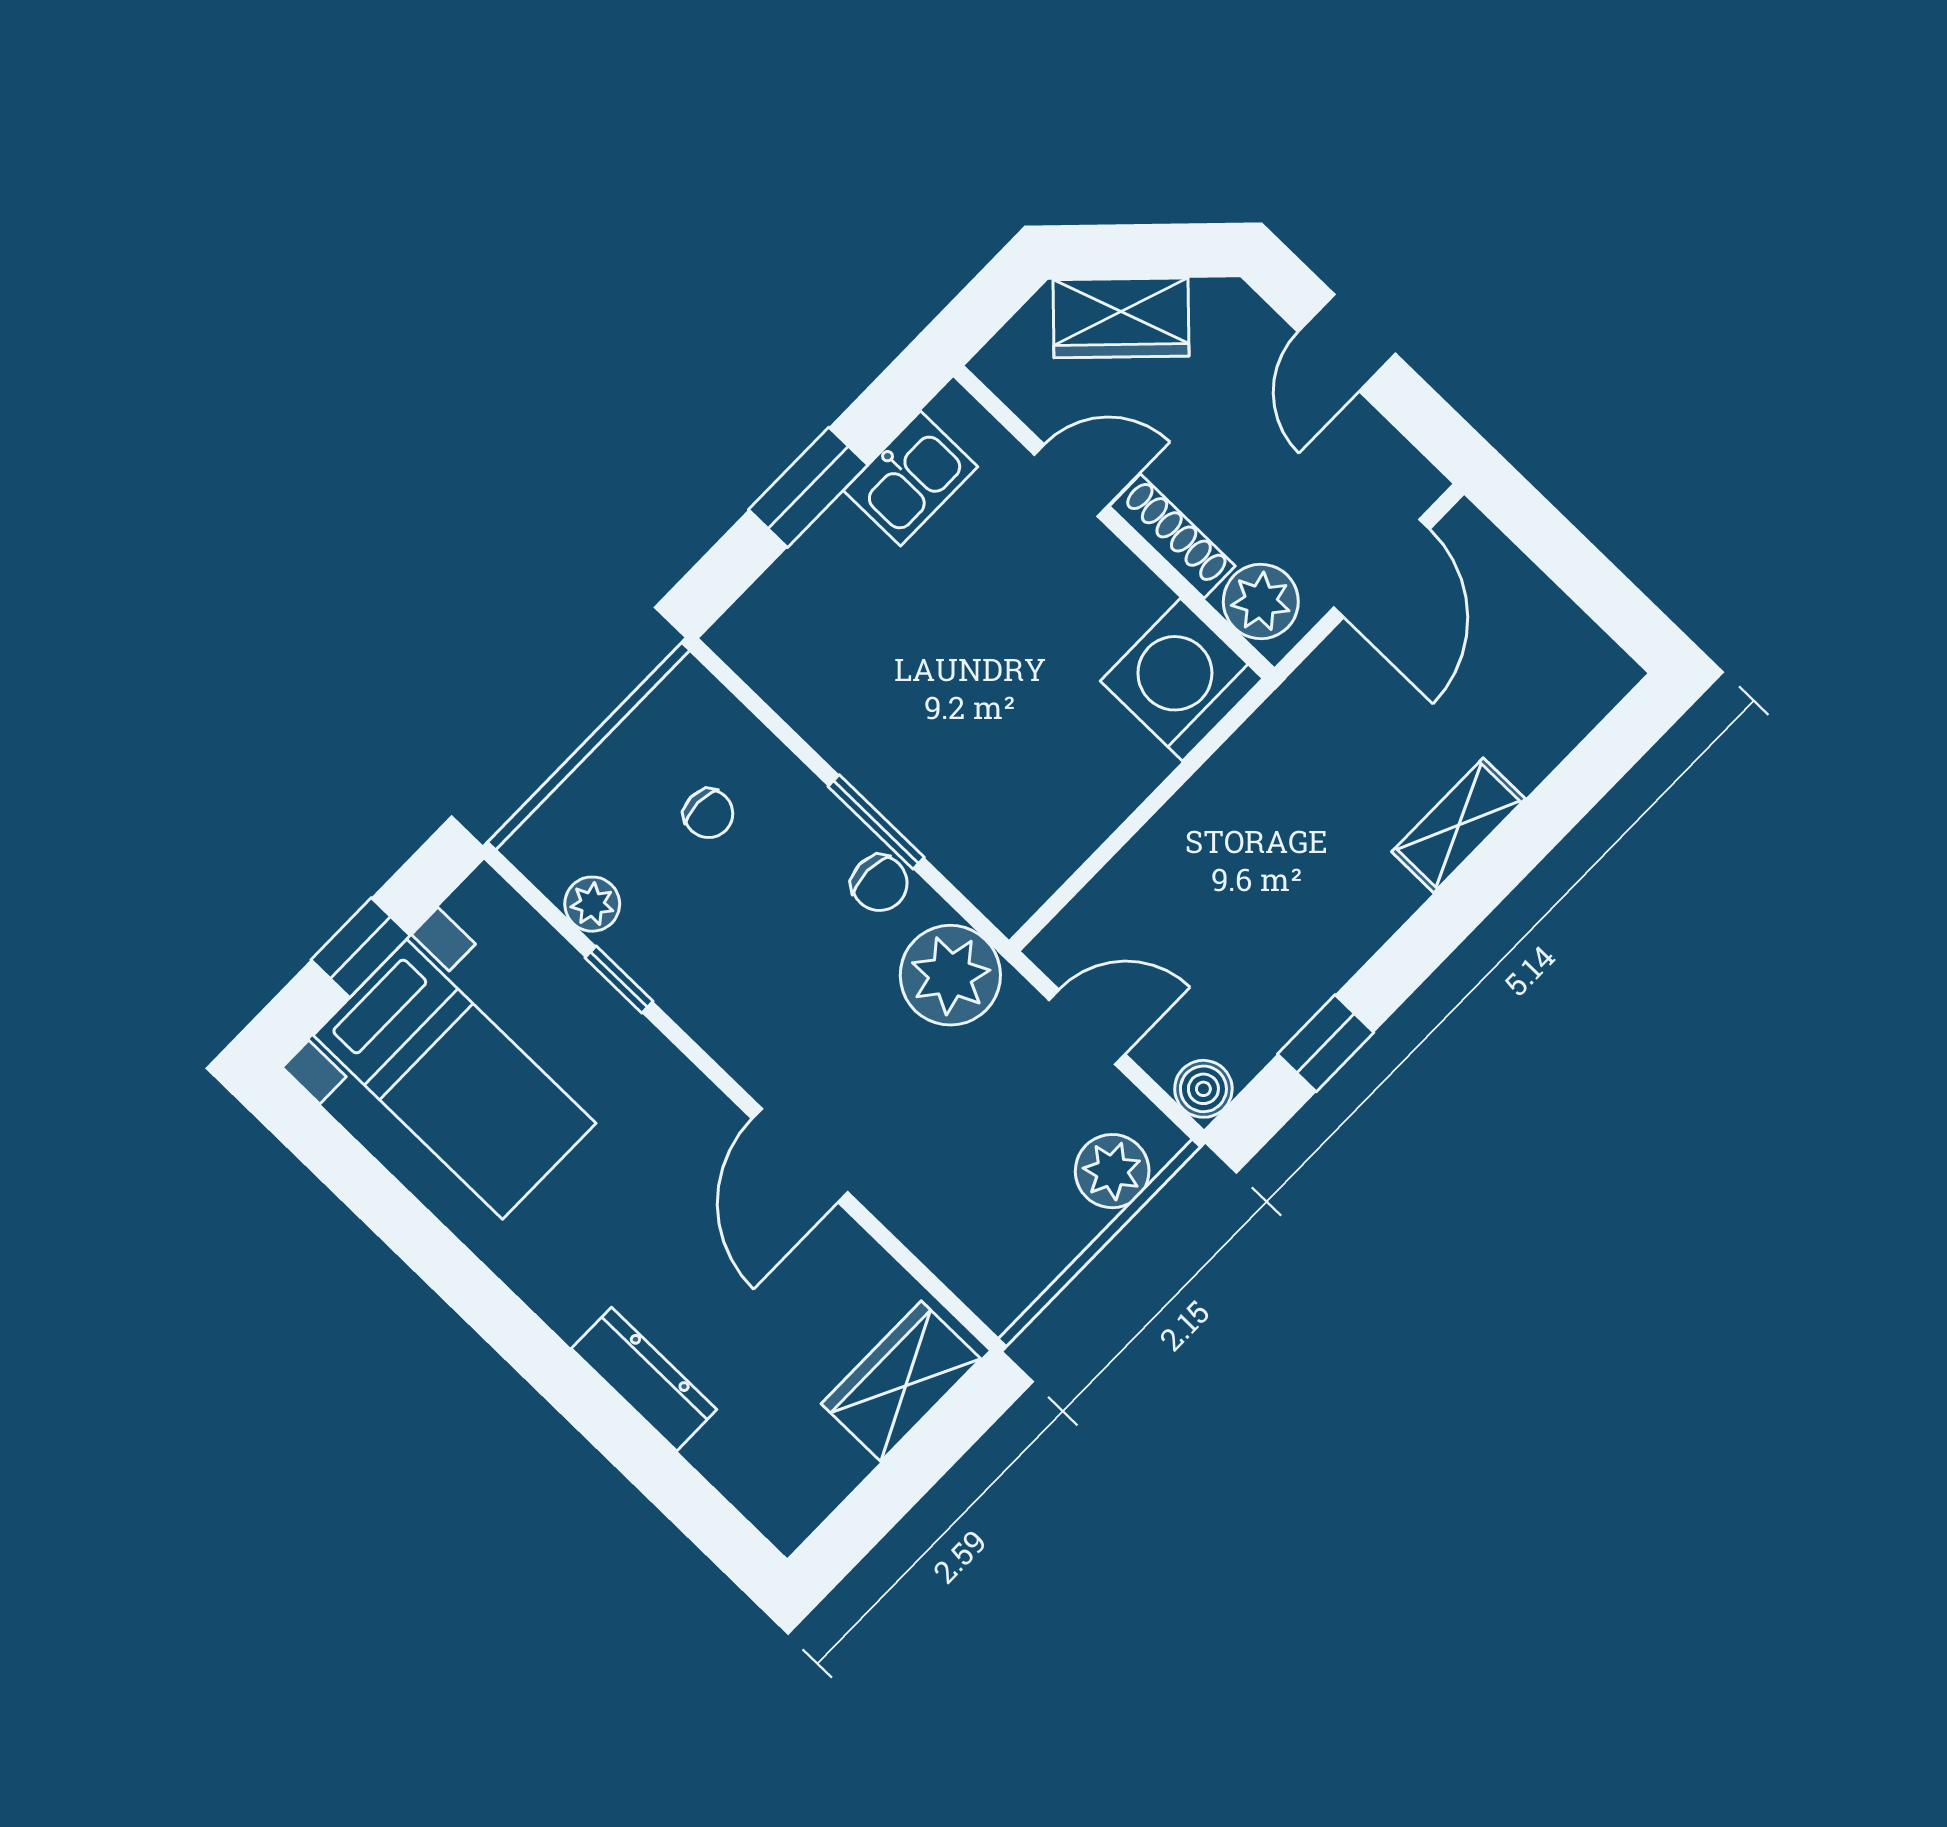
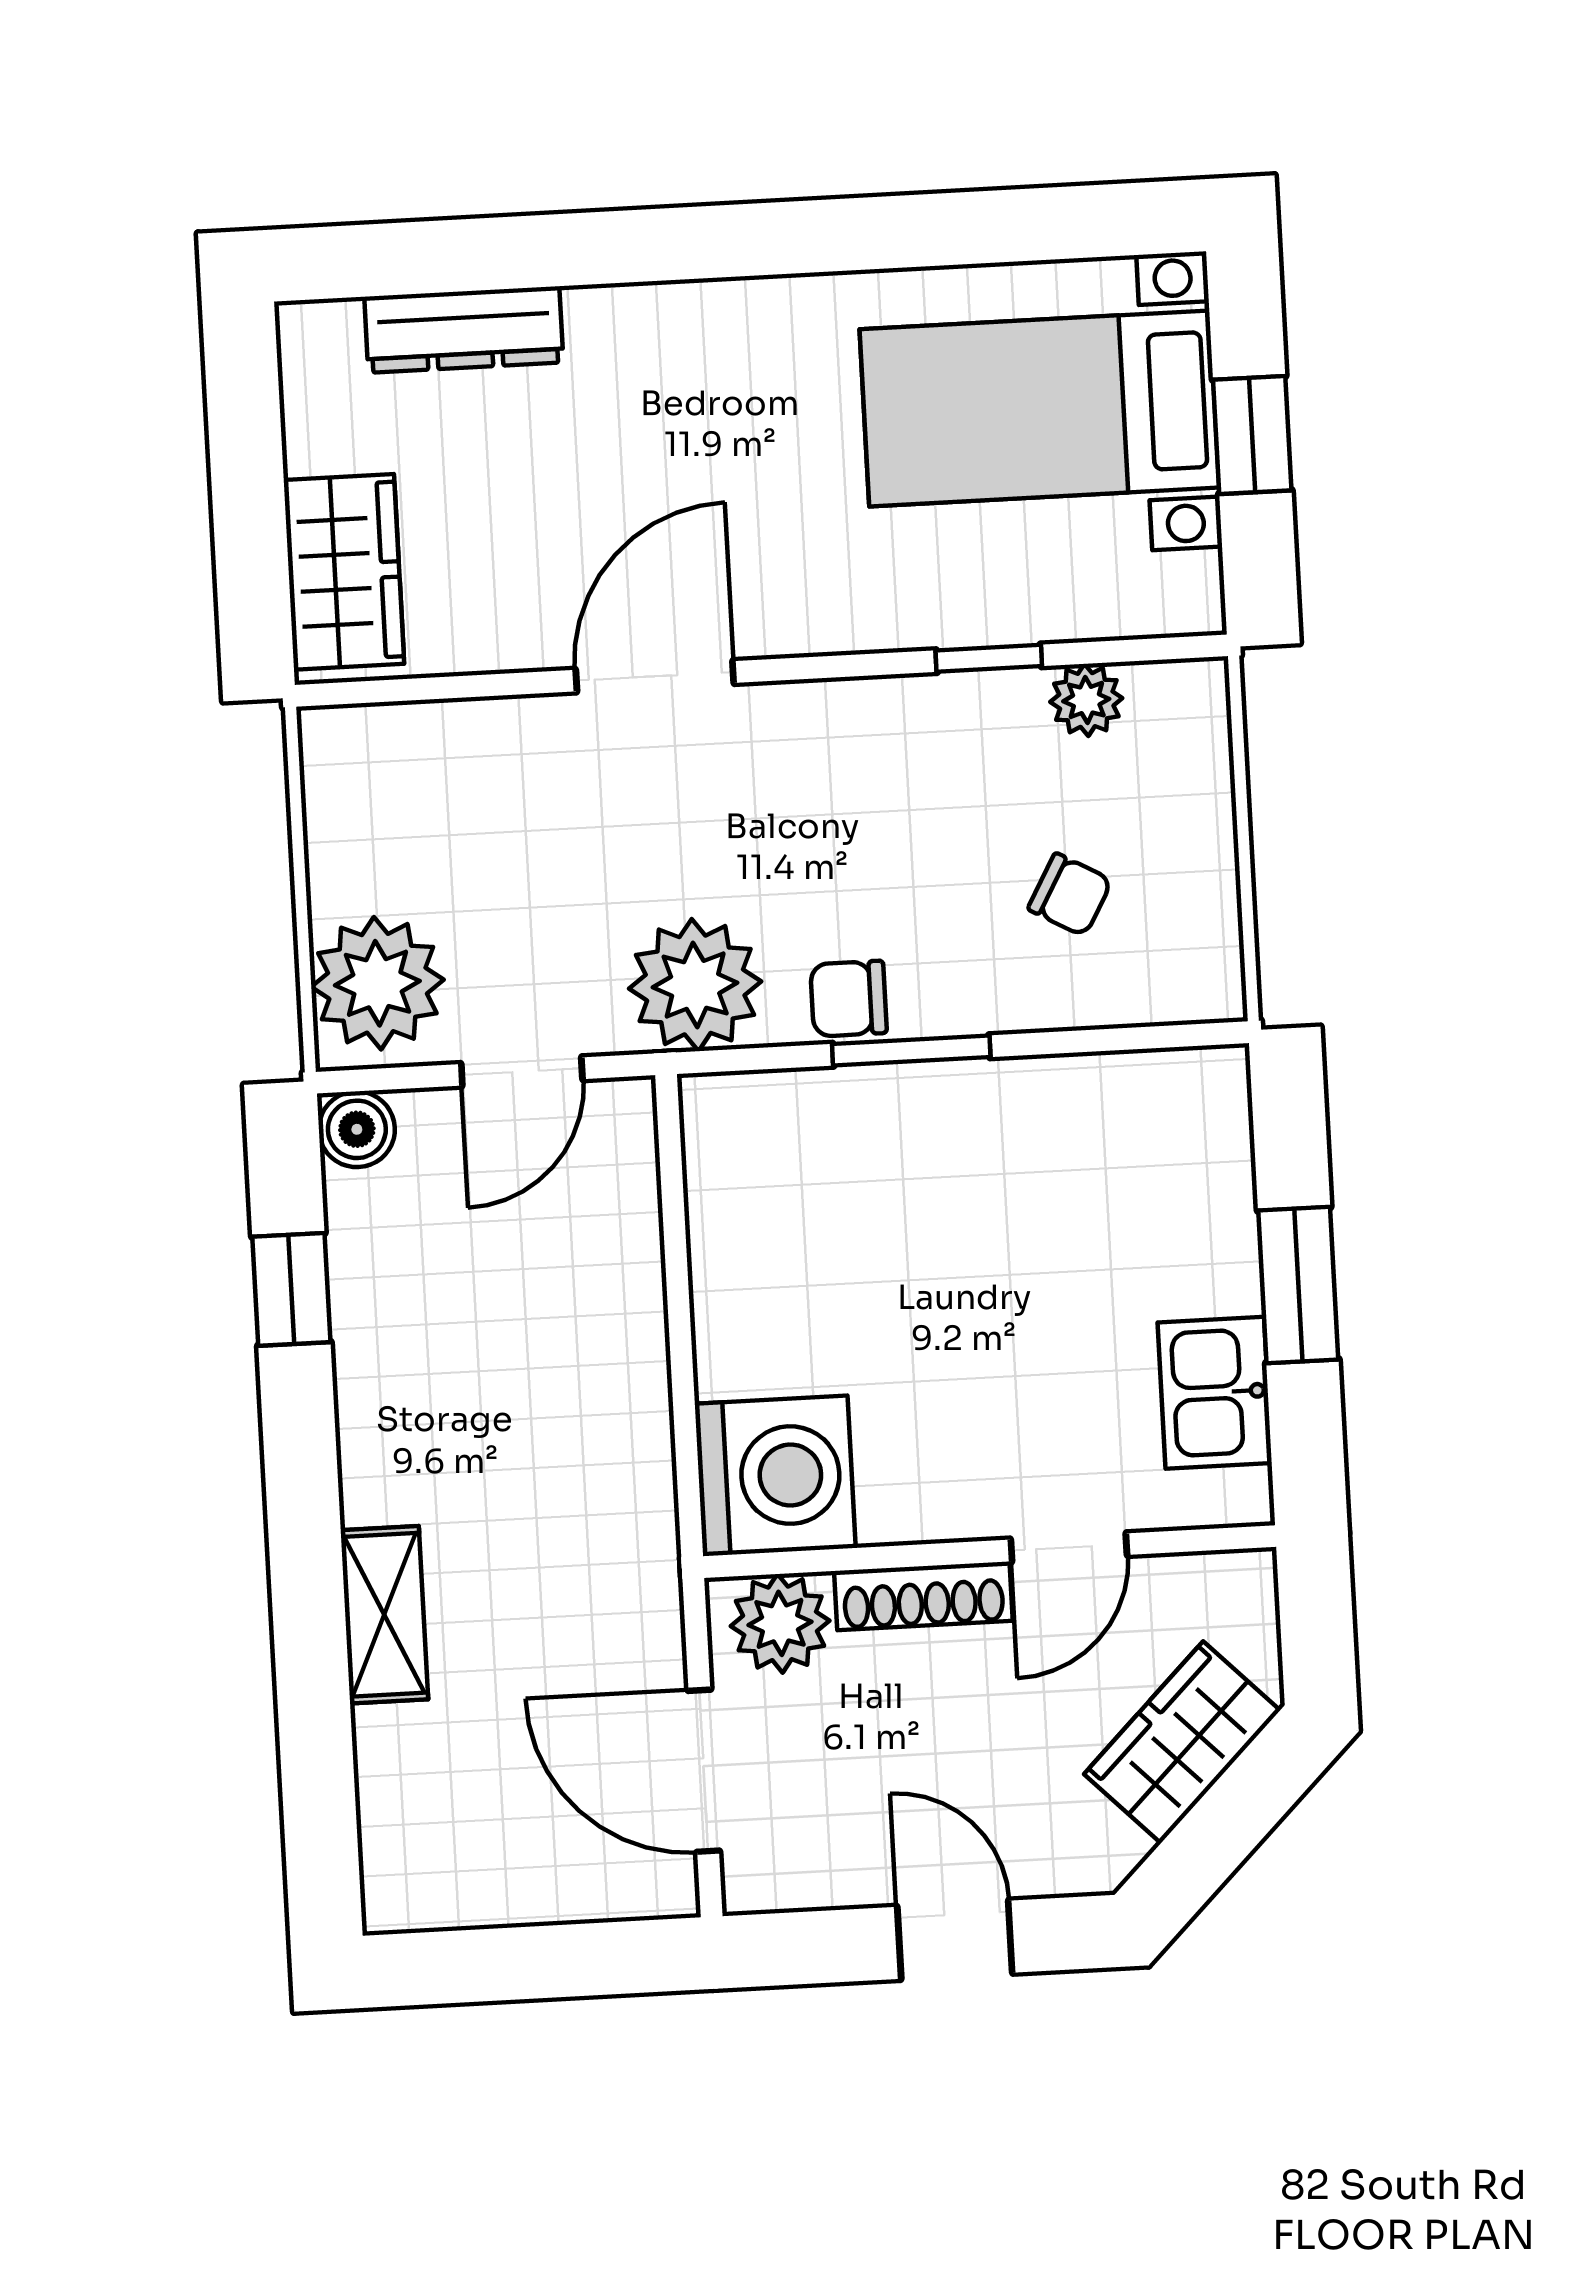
chair: (708, 814) -> (1070, 895), turned -151
door: (800, 1155) -> (655, 676), hinge flipped
plant: (1112, 1171) -> (377, 983), width x1.36, depth x1.36
dresser: (644, 1379) -> (464, 330), moved

